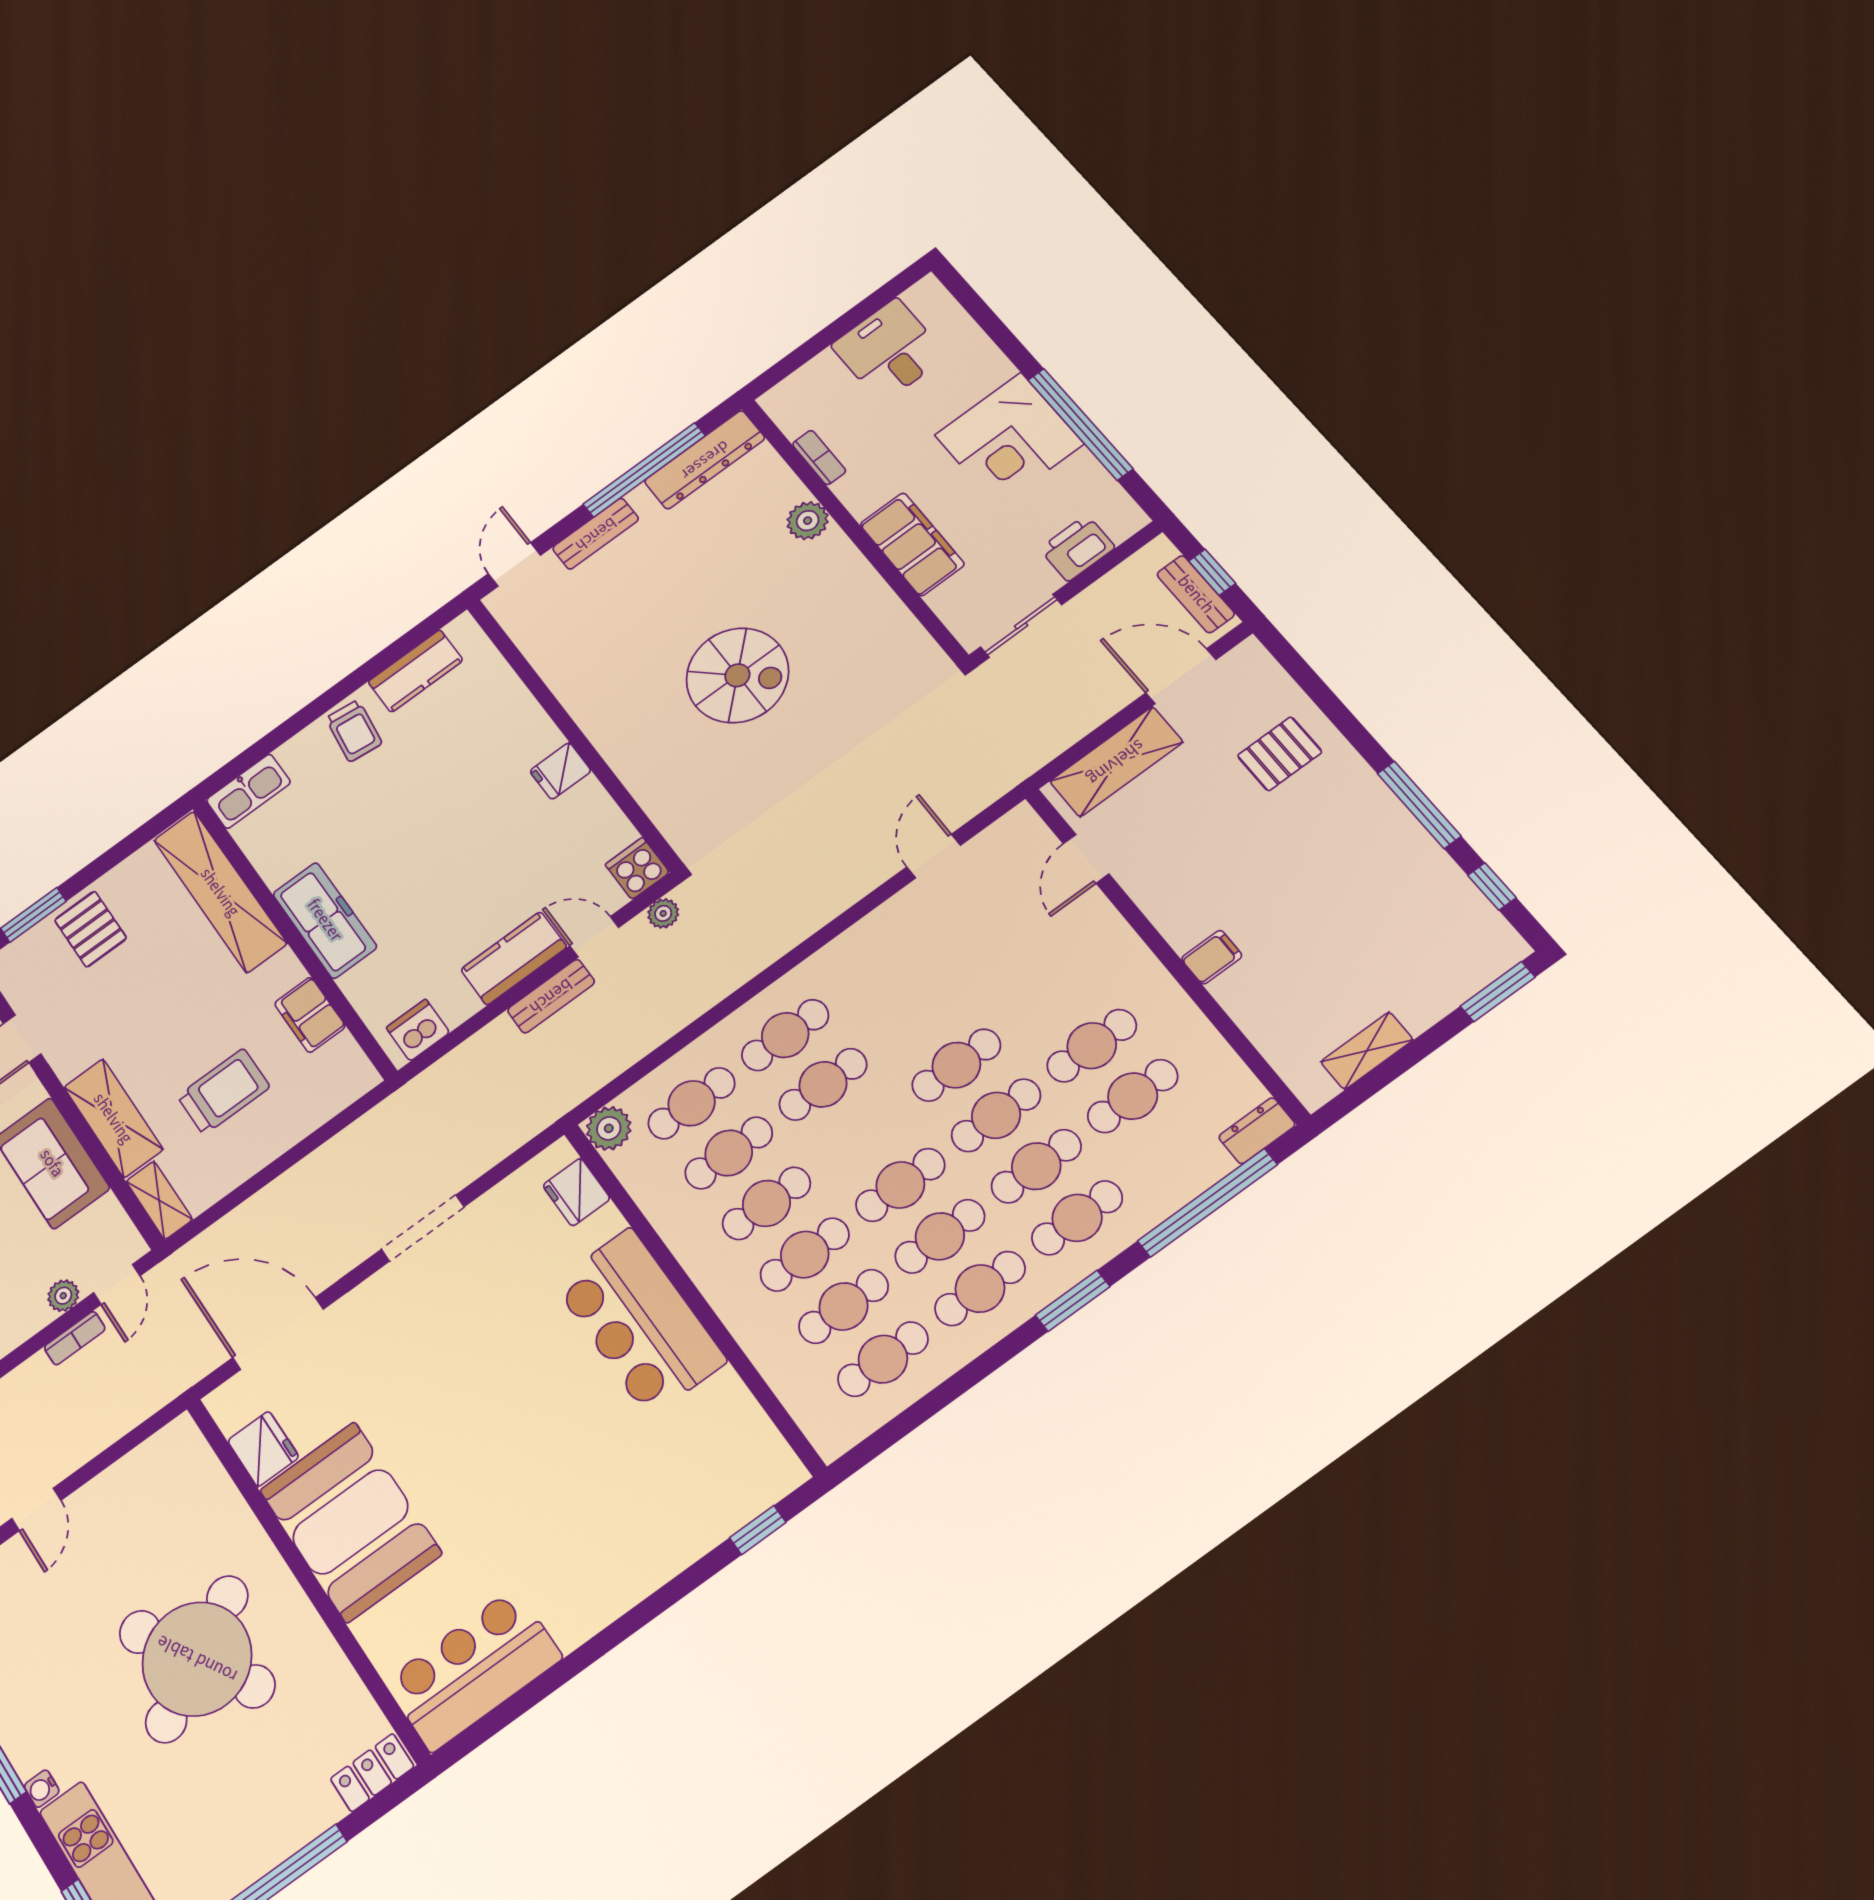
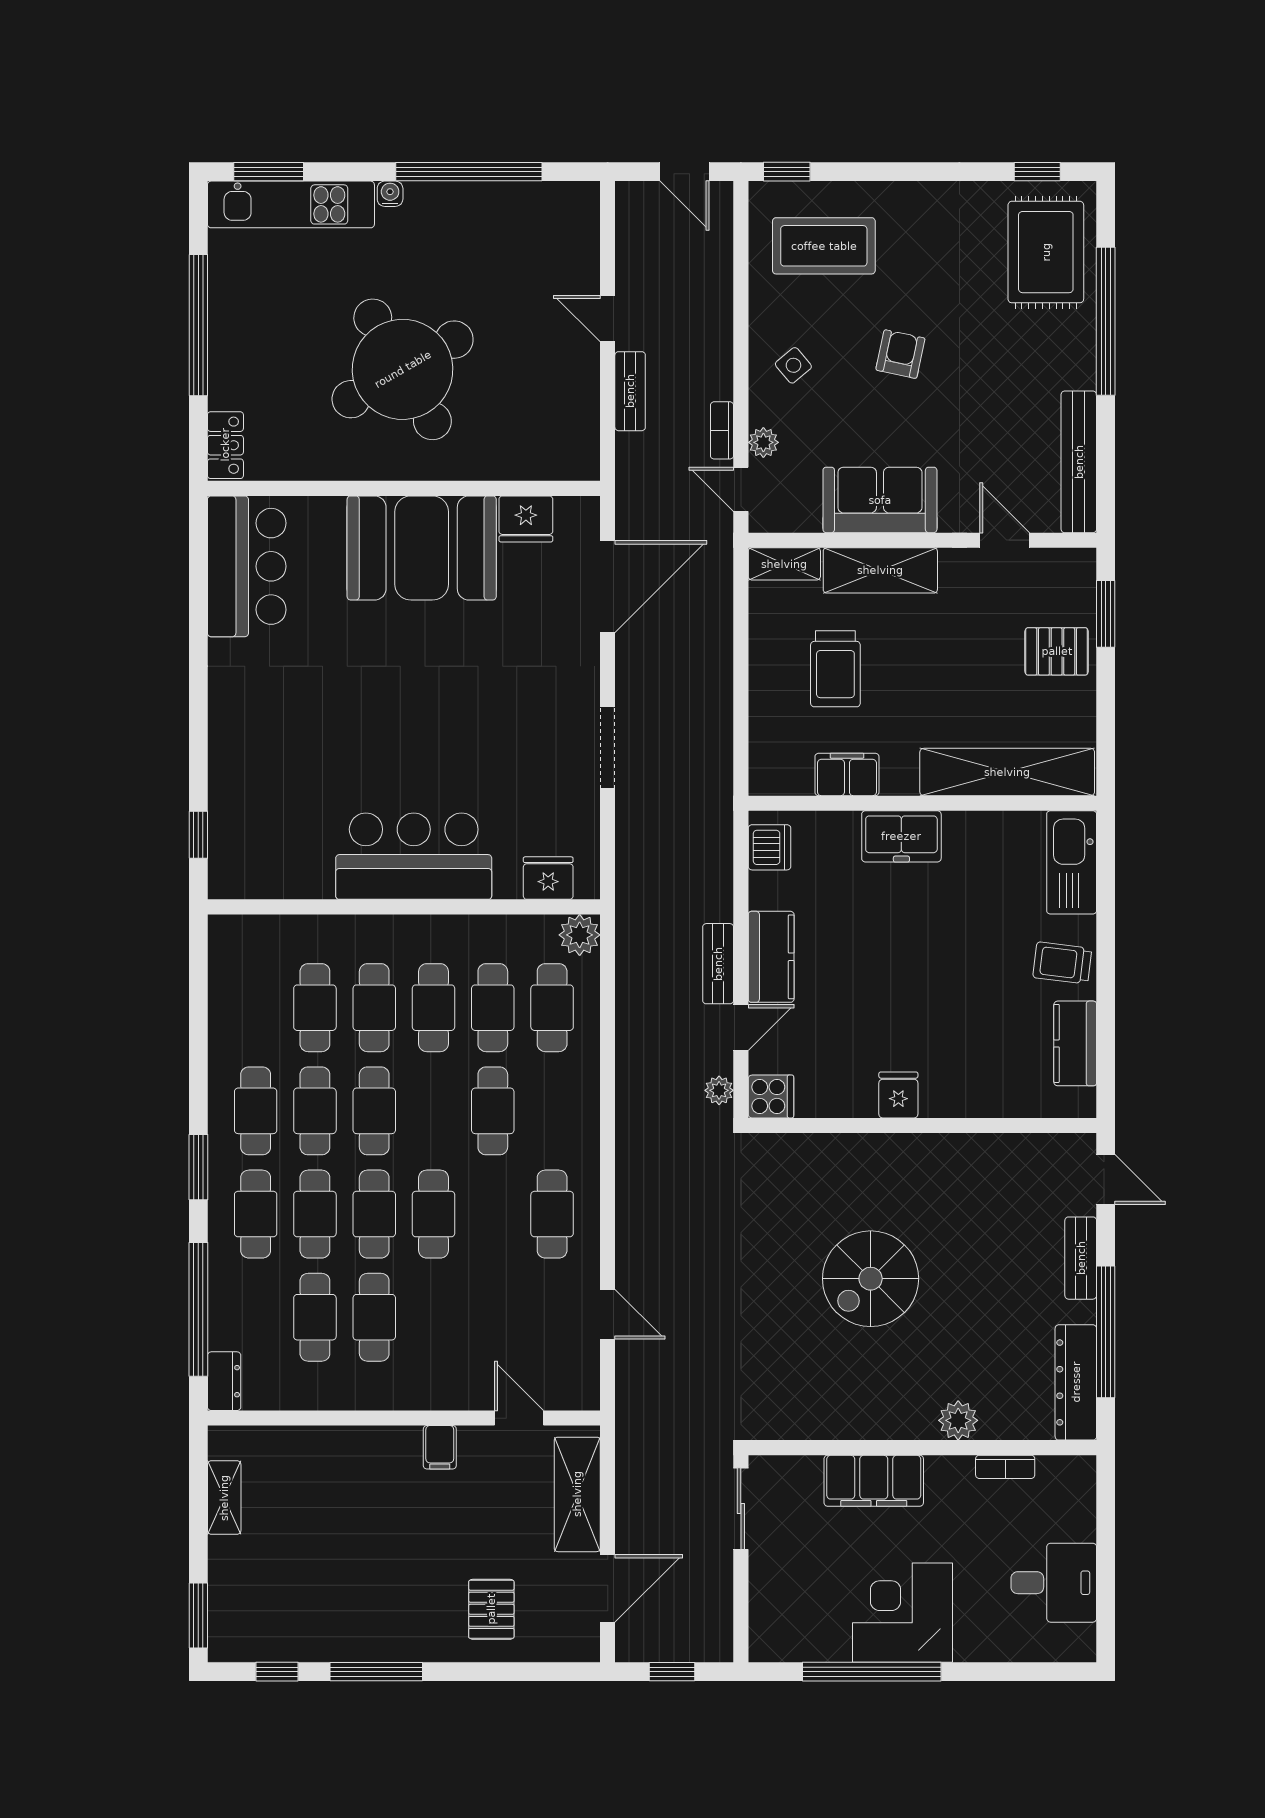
printer: (1077, 548) -> (771, 1594), removed
bench: (1196, 594) -> (630, 391), moved, turned 90
kitchen sink: (248, 791) -> (1072, 862), width x1.36, depth x1.24
freezer: (325, 920) -> (901, 836), width x0.71
filing cabinet: (1212, 957) -> (440, 1447), moved
cafe table: (785, 1035) -> (552, 1214), moved
cafe table: (883, 1359) -> (256, 1008), removed

